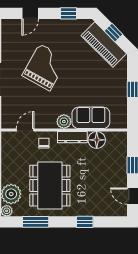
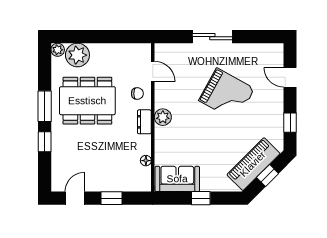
sofa: (91, 118) -> (177, 179), moved, turned -90
dresser: (72, 137) -> (144, 122), width x0.70
floor lamp: (97, 140) -> (146, 161), width x0.53, depth x0.53
window: (36, 222) -> (45, 106), moved

